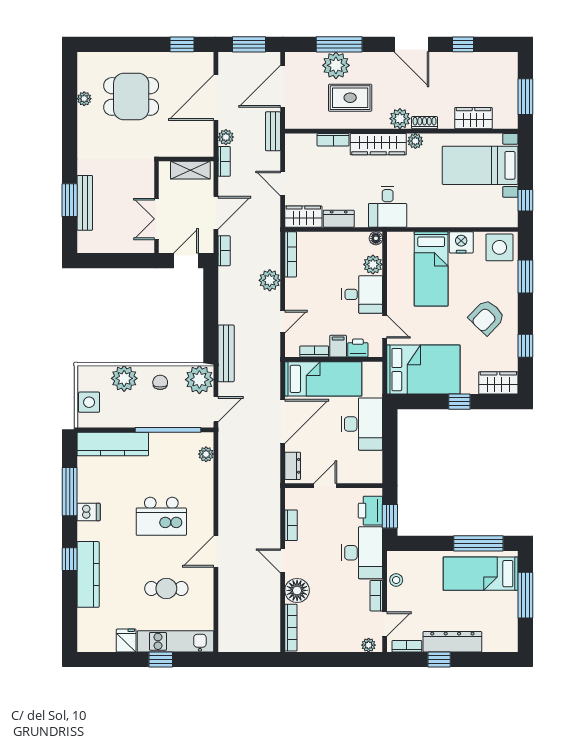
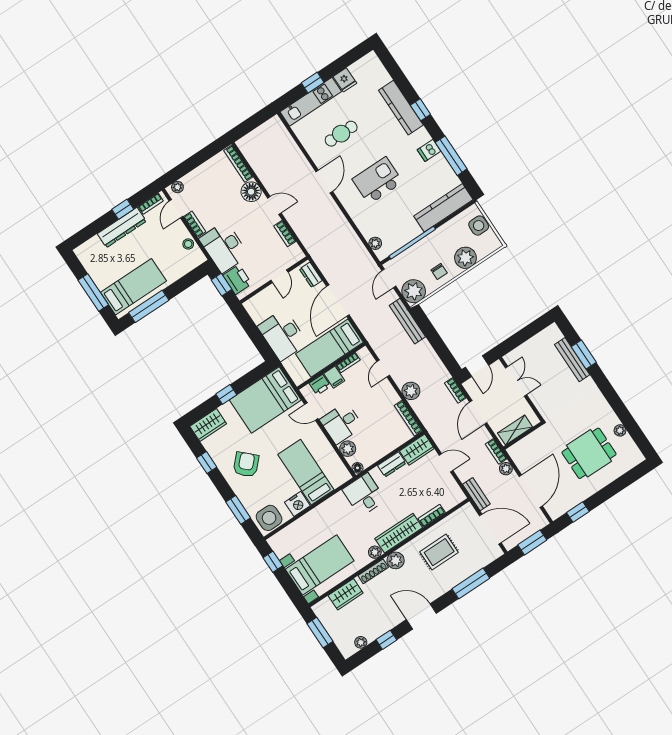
plant: (336, 65) -> (361, 642), moved, width x0.53, depth x0.53
door: (283, 86) -> (490, 529), hinge flipped
shoe rack: (425, 123) -> (373, 571), width x1.43

